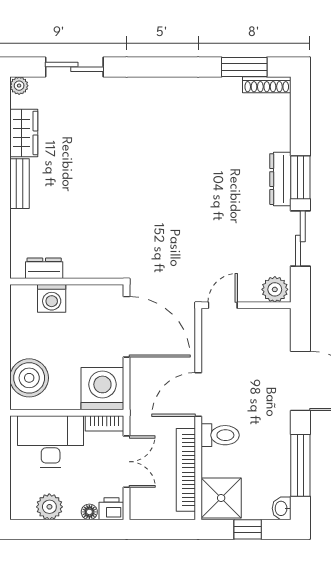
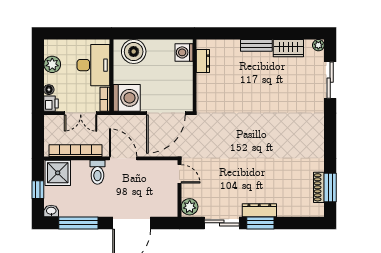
shoe rack: (267, 85) -> (319, 187), moved
washing machine: (52, 298) -> (184, 52), moved

